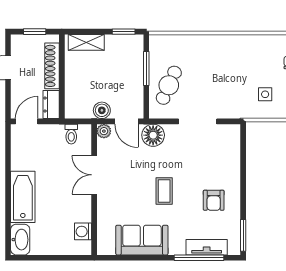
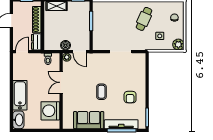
cafe table: (169, 85) -> (144, 19), moved
floor lamp: (153, 135) -> (95, 60), removed
washing machine: (83, 231) -> (50, 111), width x1.89, depth x1.89
tv unit: (207, 247) -> (121, 124), width x1.41

